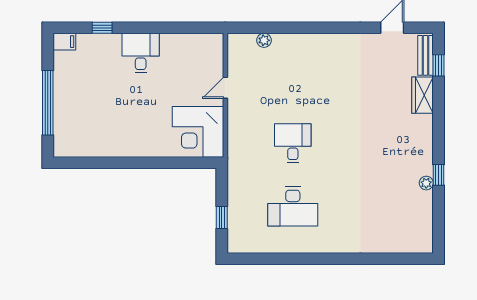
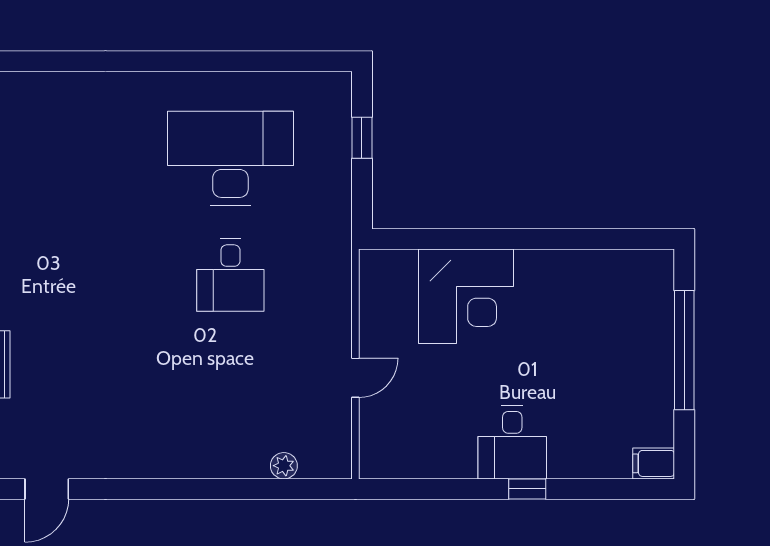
window: (102, 28) -> (527, 489), moved
corner desk: (198, 132) -> (466, 296), moved, turned 90
desk: (293, 206) -> (230, 158), width x1.36, depth x1.30

